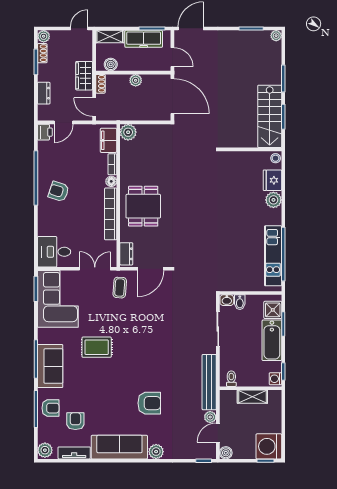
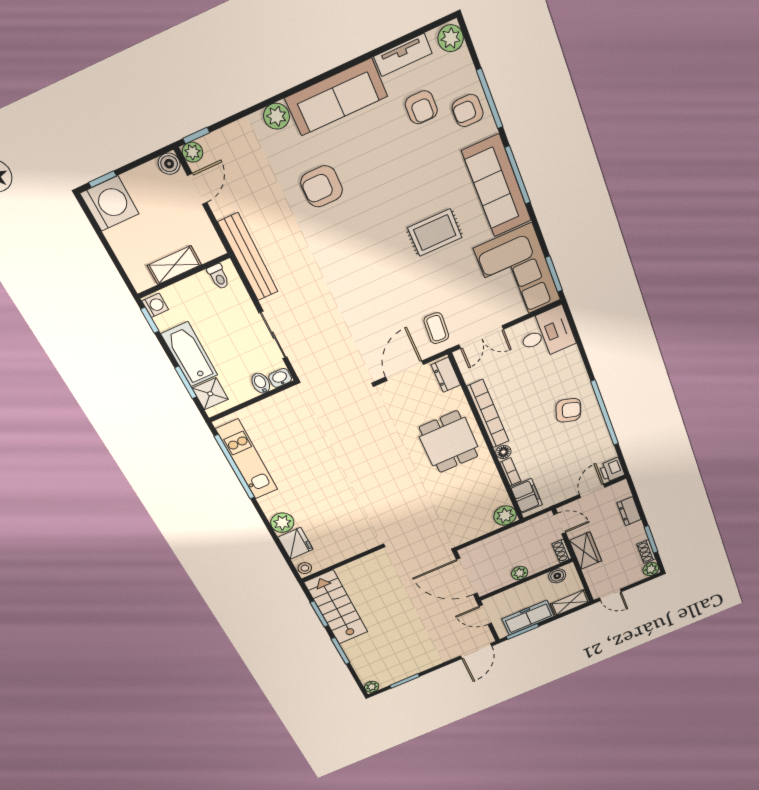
door: (79, 28) -> (610, 595), hinge flipped
sofa: (50, 366) -> (497, 186), width x1.36
plant: (210, 417) -> (192, 152), moved

